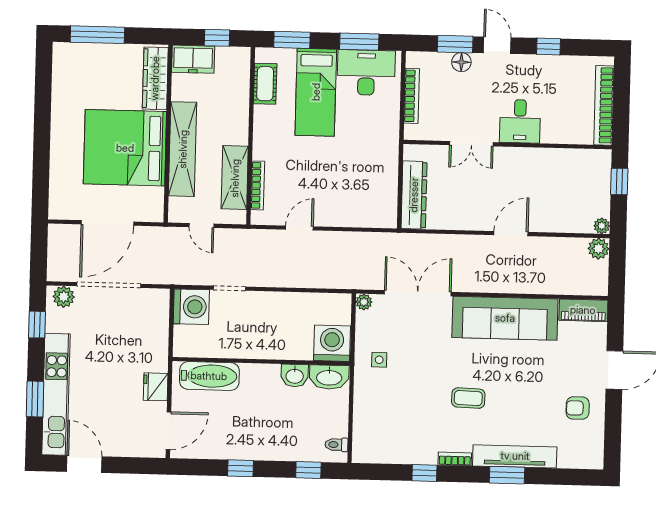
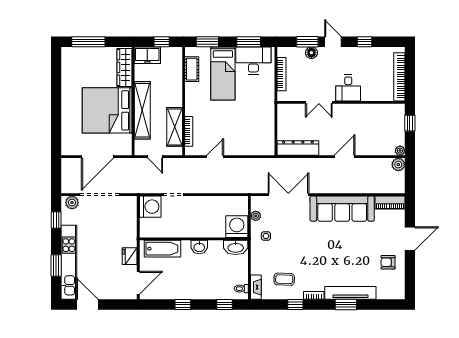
dresser: (414, 195) -> (298, 148), moved, turned -90
plant: (364, 302) -> (256, 216), moved
washbasin: (295, 376) -> (199, 247), moved
coffee table: (468, 398) -> (284, 279), moved
fireplace: (361, 443) -> (256, 287), added

